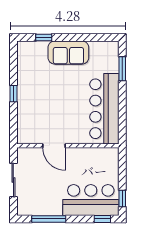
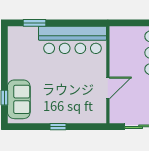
sofa: (68, 53) -> (19, 99), moved

